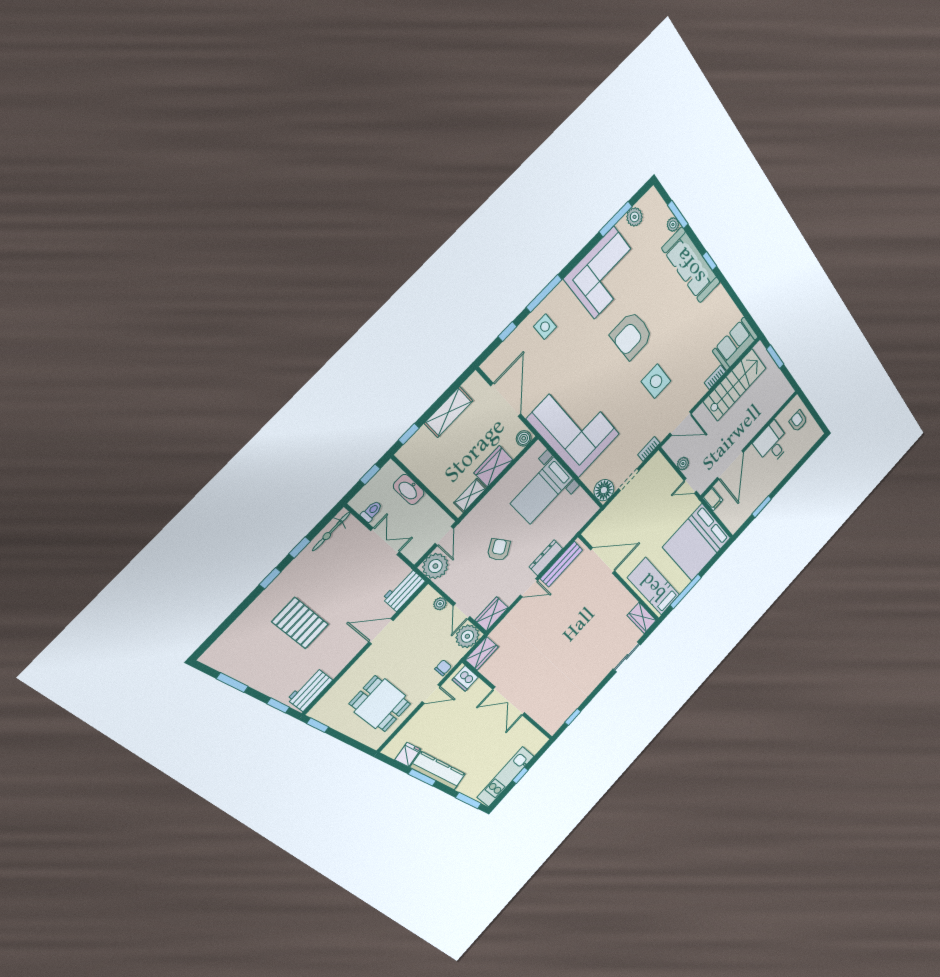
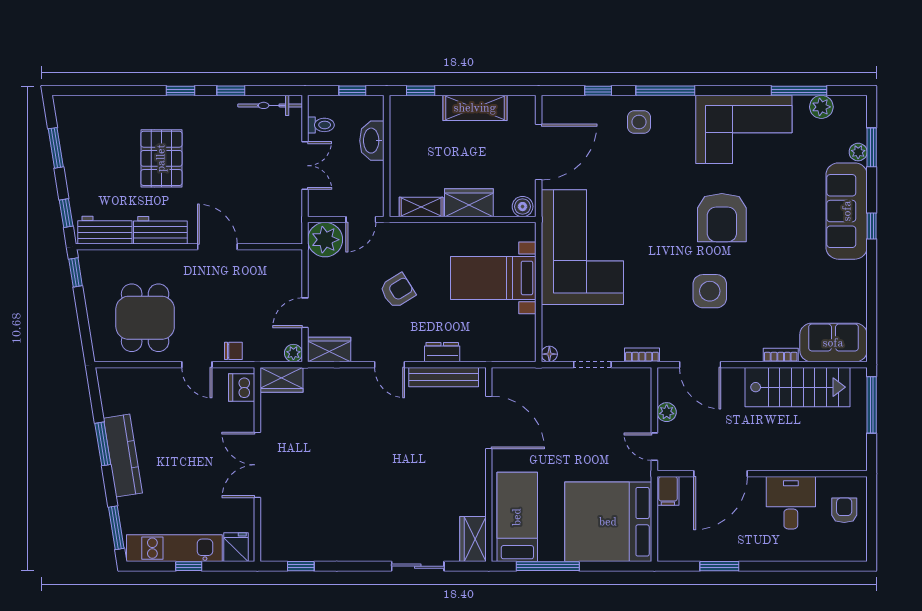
armchair: (631, 335) -> (722, 218), turned -90
window: (775, 357) -> (872, 405), width x1.44
floor lamp: (604, 490) -> (549, 354), width x0.53, depth x0.53
dresser: (546, 558) -> (442, 352), width x0.70
workbench: (404, 590) -> (160, 230), moved
plant: (440, 604) -> (293, 282), removed
plant: (467, 636) -> (293, 353), width x0.53, depth x0.53
fridge: (408, 754) -> (236, 547), moved, turned -81

